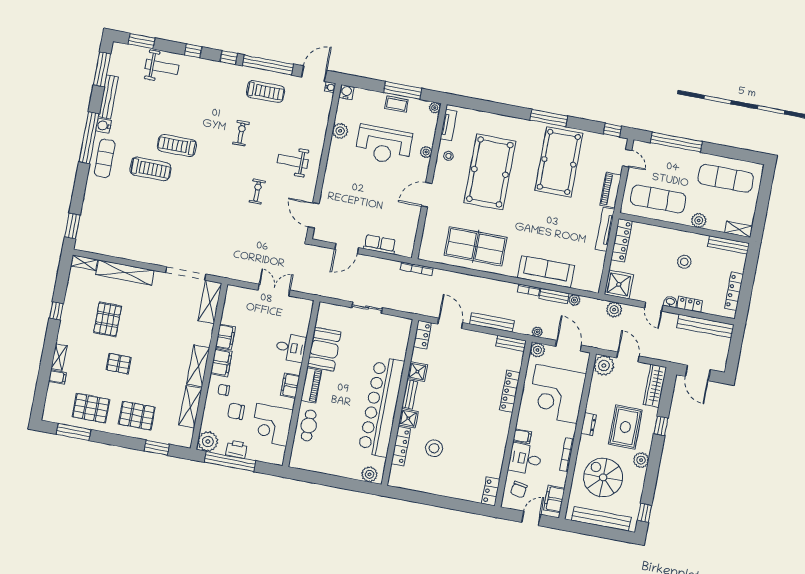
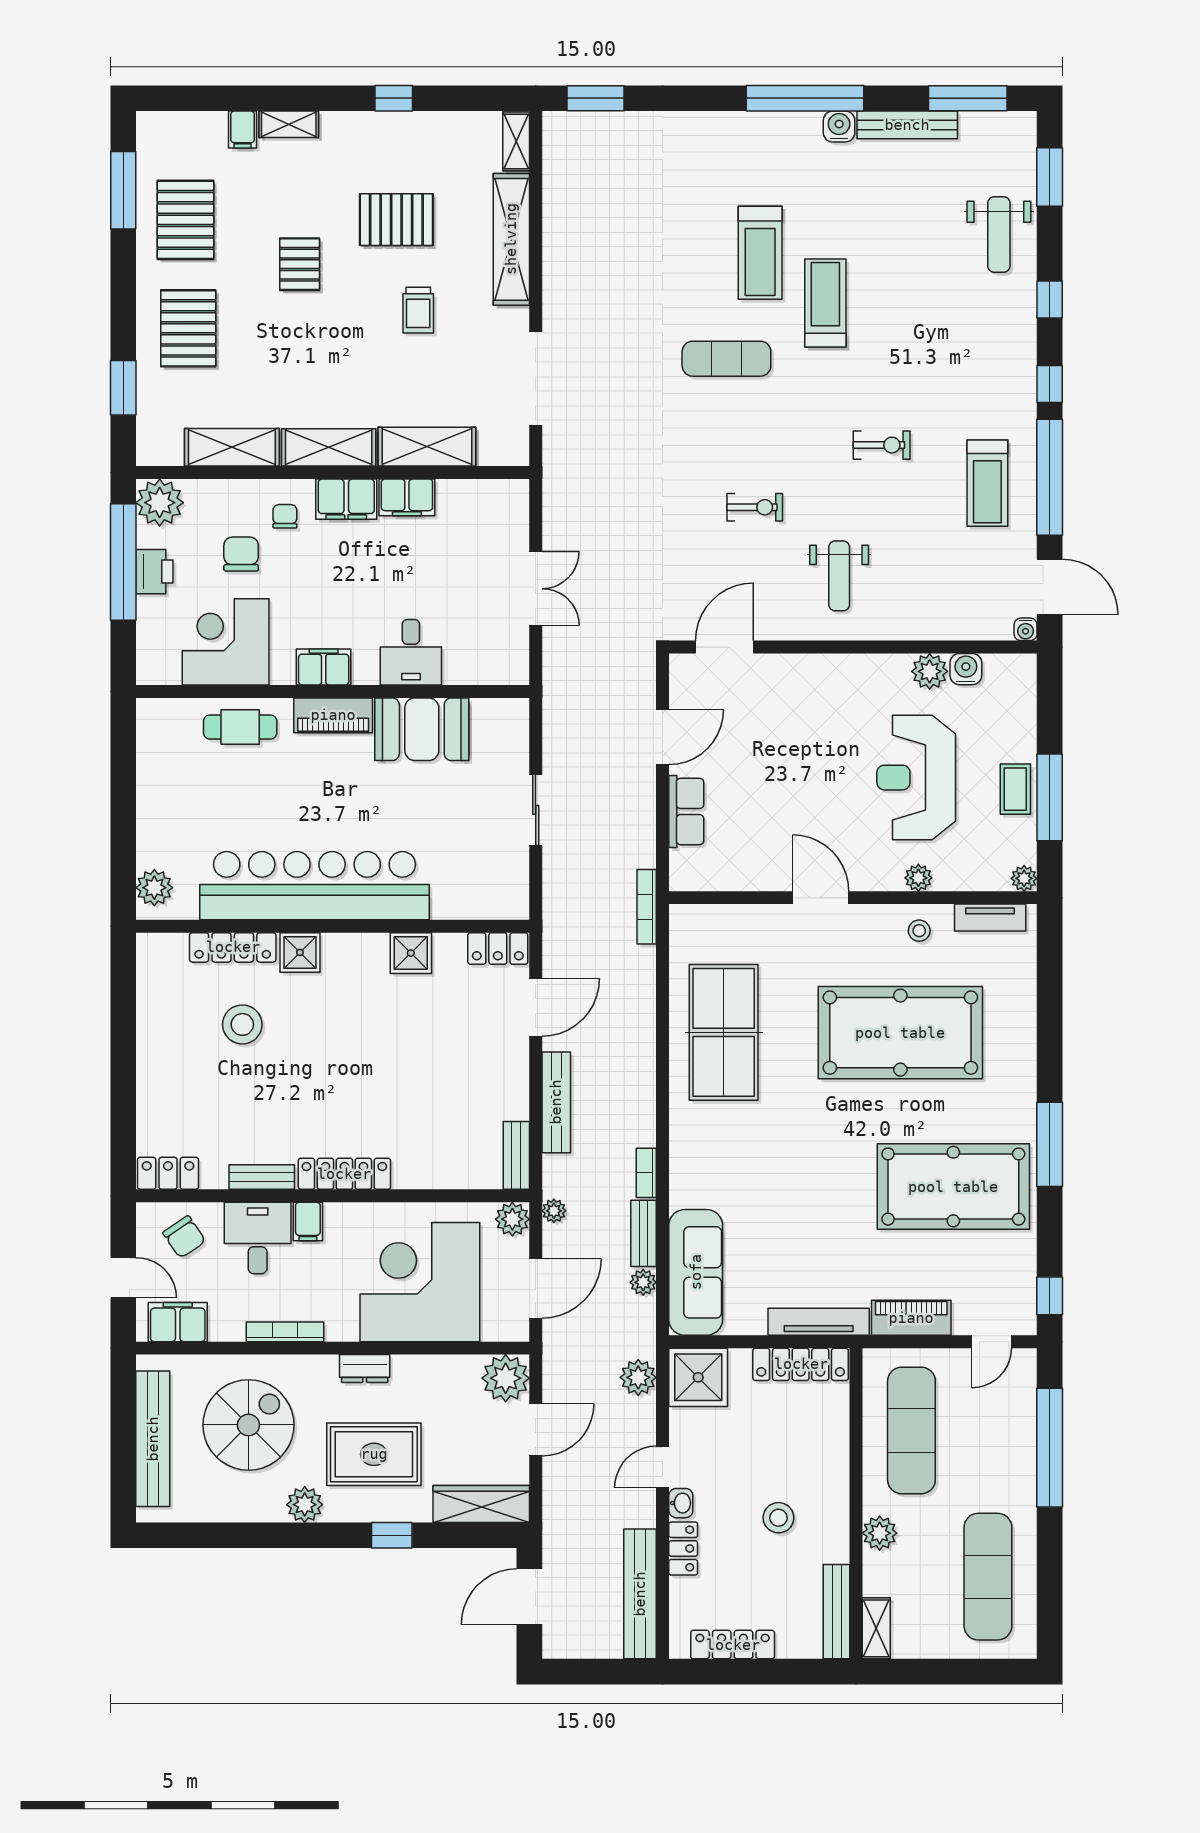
water cooler: (346, 92) -> (966, 669), moved, turned -90
exercise mat: (105, 158) -> (726, 359), moved
weight bench: (293, 161) -> (839, 576), turned 180
door: (347, 248) -> (663, 737), swing flipped
sofa: (546, 272) -> (696, 1272), moved
shelving: (210, 302) -> (427, 447), moved
trolley: (147, 317) -> (418, 310), added
locker: (510, 391) -> (344, 1174), moved
bench: (410, 394) -> (262, 1177), moved
chair: (519, 490) -> (184, 1237), turned -133
window: (644, 513) -> (185, 1535), removed

